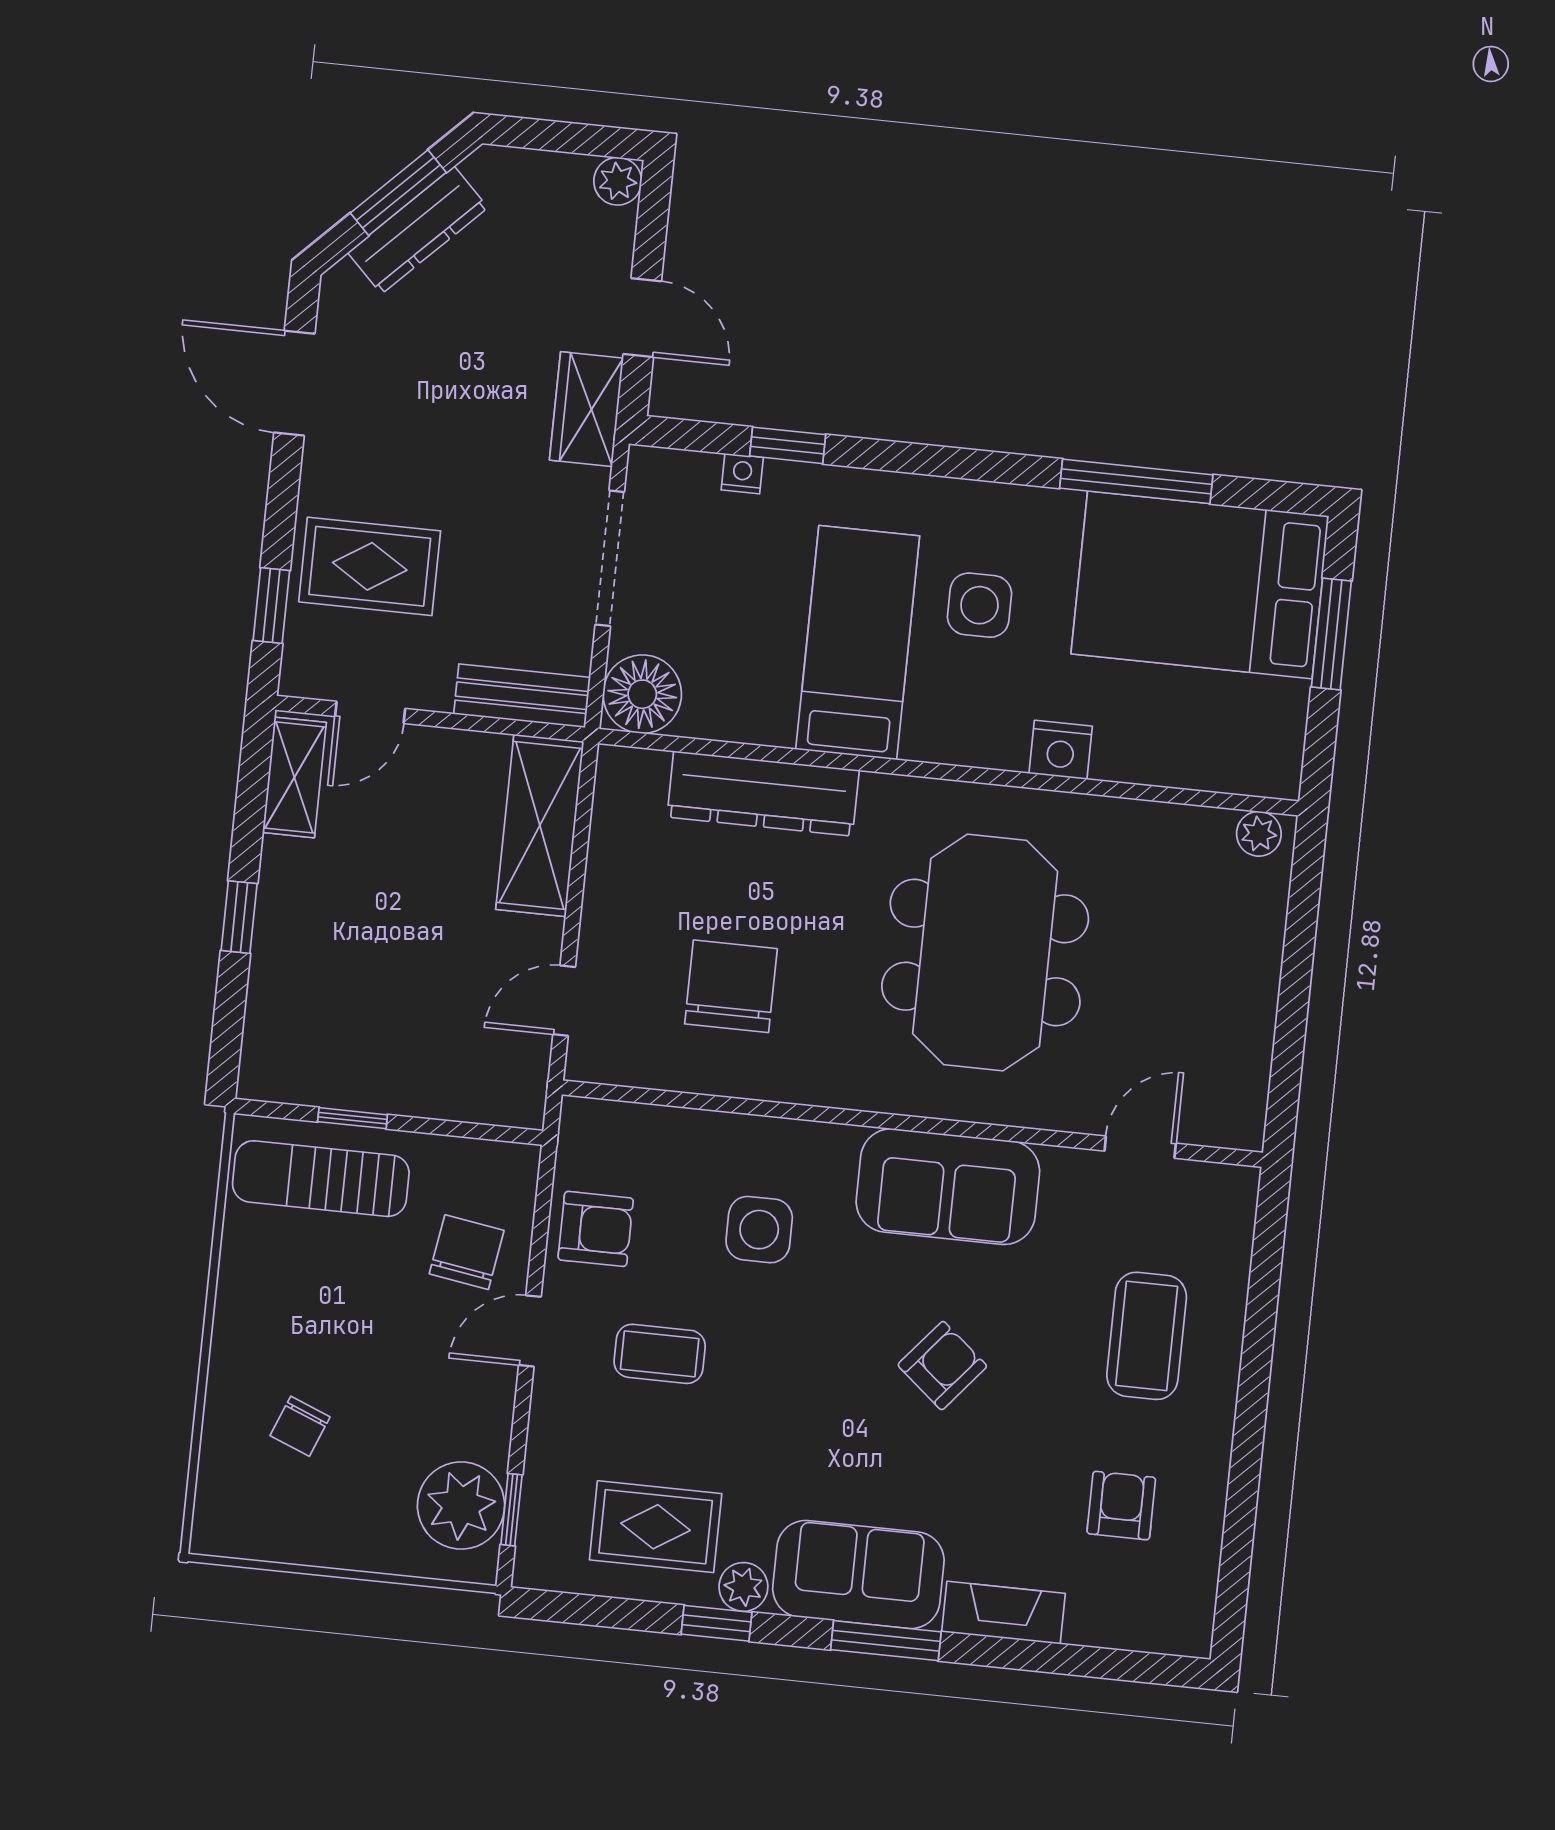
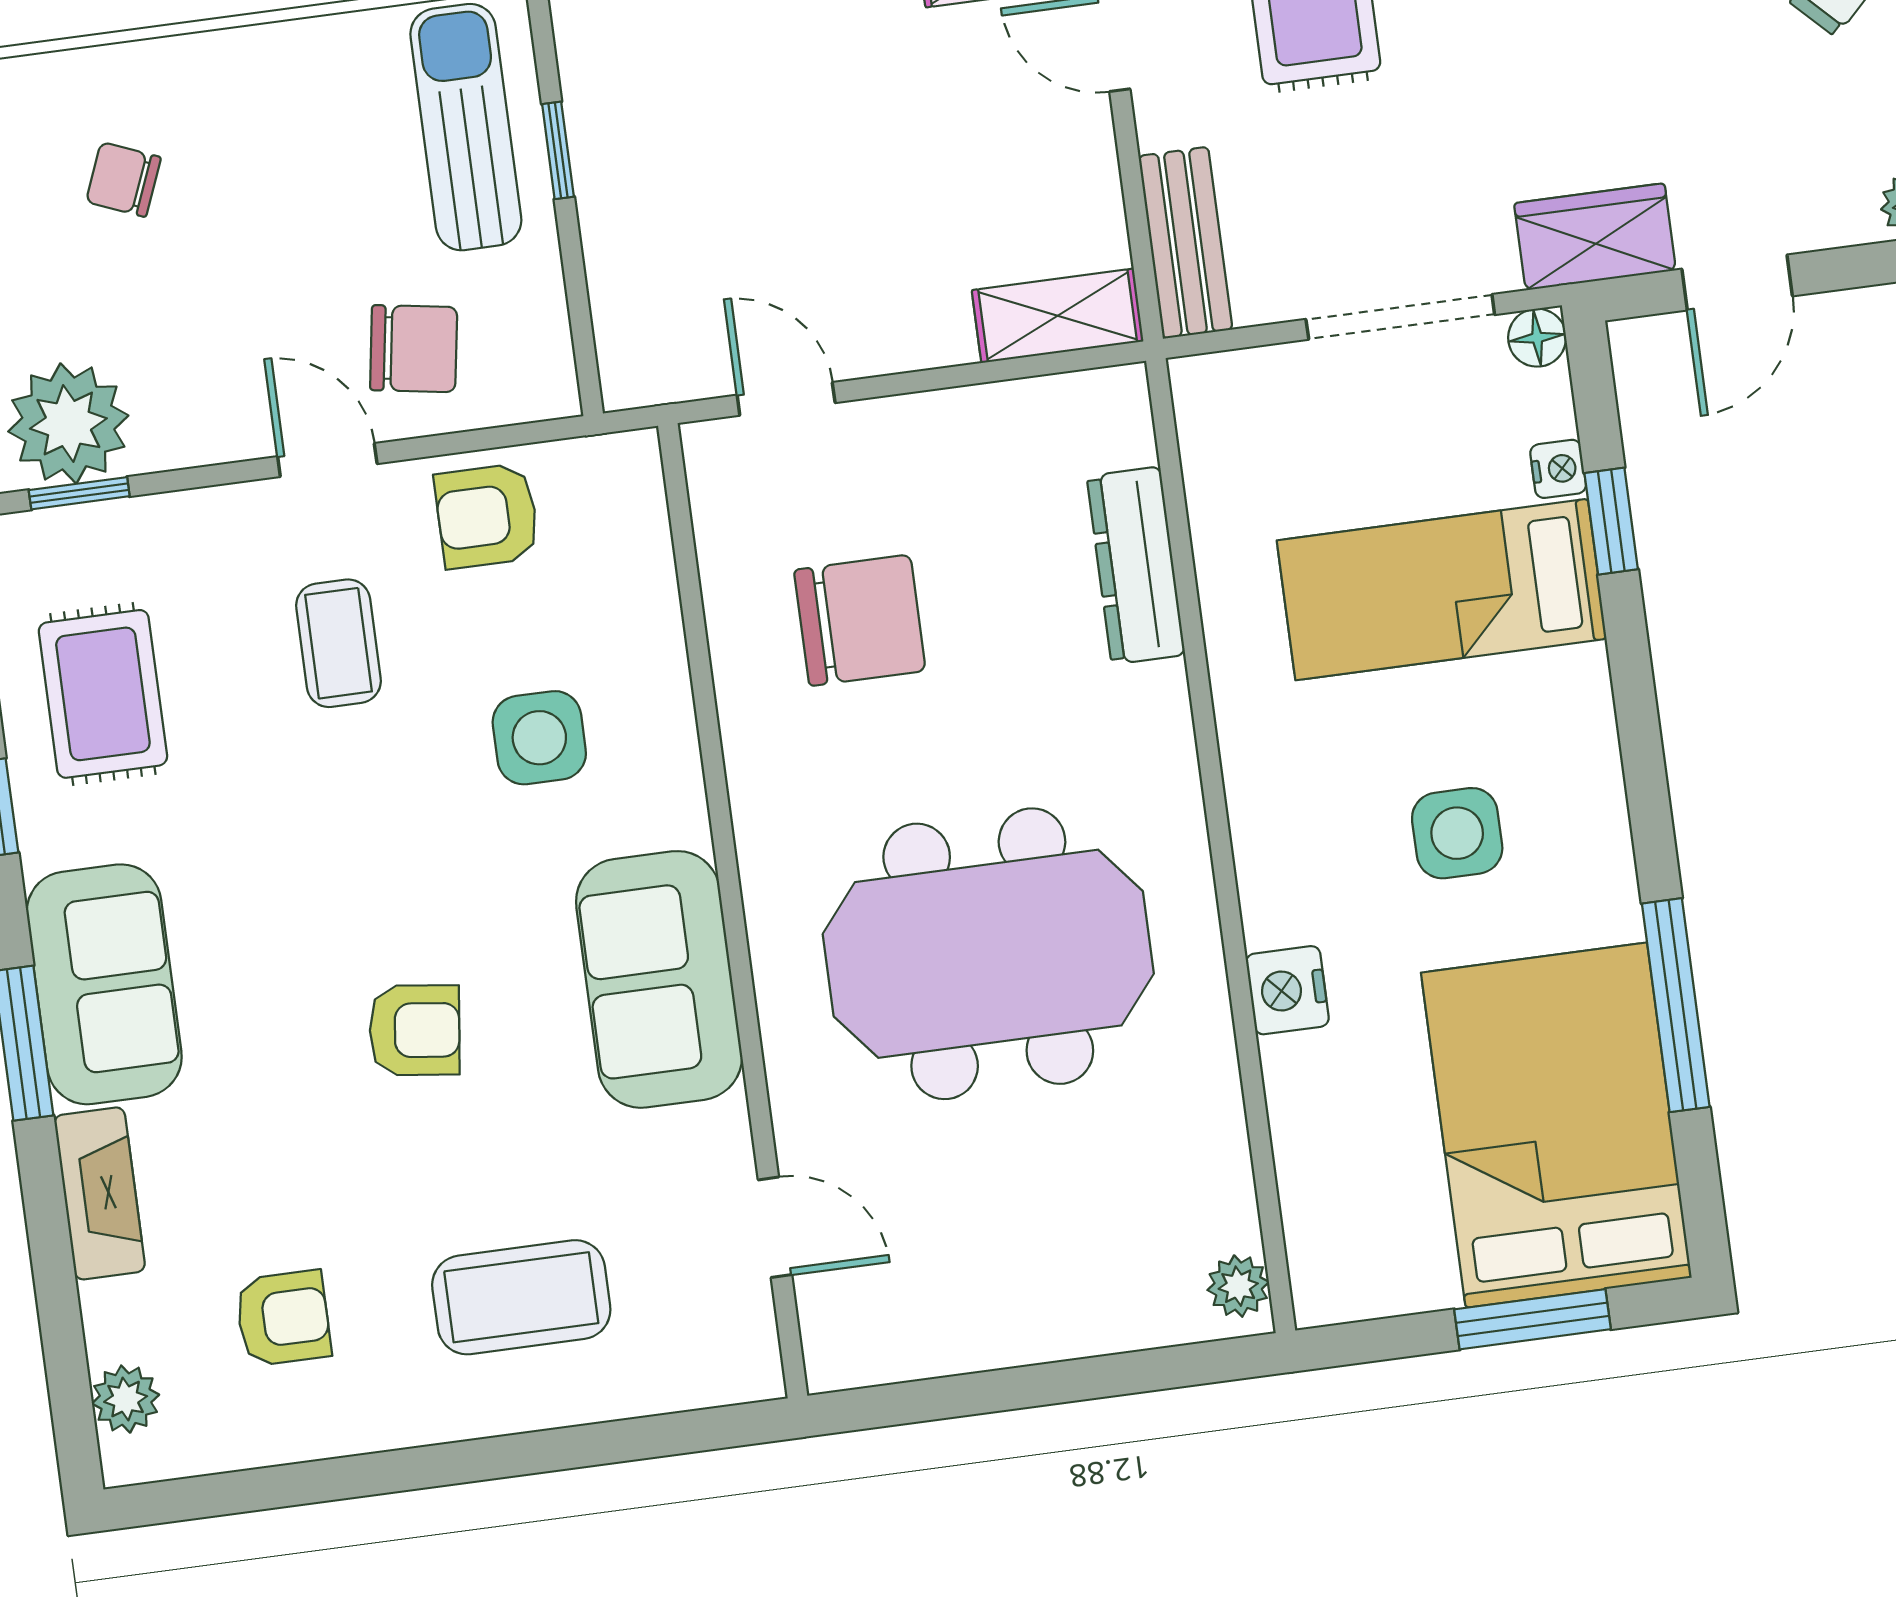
bed: (858, 643) -> (1442, 590), moved, turned 180
floor lamp: (642, 694) -> (1537, 338), moved, width x0.53, depth x0.53
dresser: (763, 794) -> (1136, 566), width x0.73, depth x0.80
shelving: (540, 826) -> (1058, 316), width x0.67, depth x0.75
armchair: (596, 1229) -> (487, 516), turned 90
armchair: (942, 1366) -> (415, 1030), turned -33
plant: (743, 1587) -> (126, 1399), moved

